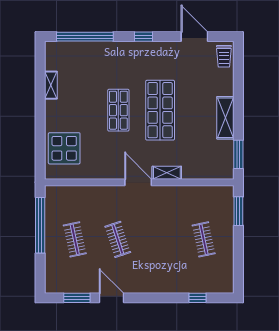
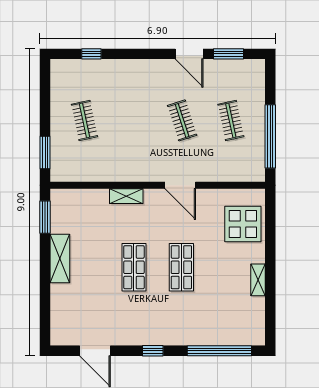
trolley: (224, 56) -> (61, 328), removed
shelving: (51, 85) -> (258, 280), moved
shop shelf: (160, 110) -> (134, 267), width x0.70, depth x0.74
door: (138, 182) -> (180, 185), moved

